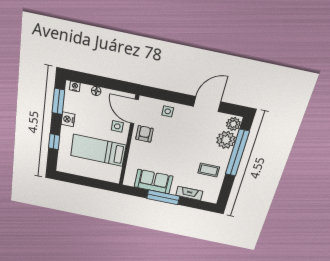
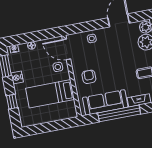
armchair: (144, 134) -> (89, 77), moved
sofa: (154, 182) -> (105, 102), width x1.36
window: (163, 197) -> (119, 113), width x1.46

